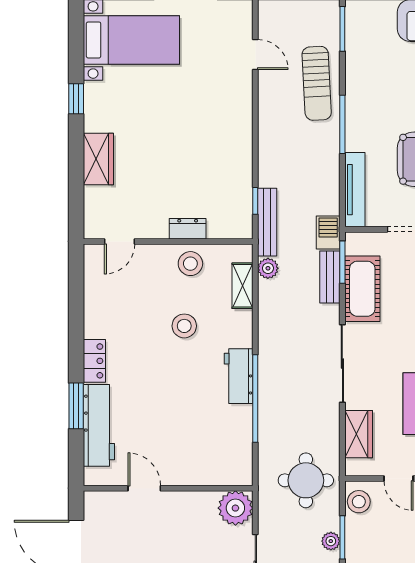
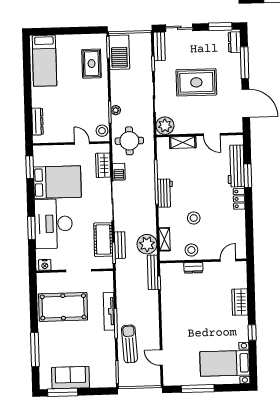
tv unit: (355, 190) -> (109, 311), moved
barbecue: (328, 232) -> (119, 172), moved
plant: (268, 268) -> (147, 244), width x1.88, depth x1.88
shelving: (201, 474) -> (183, 142), added

